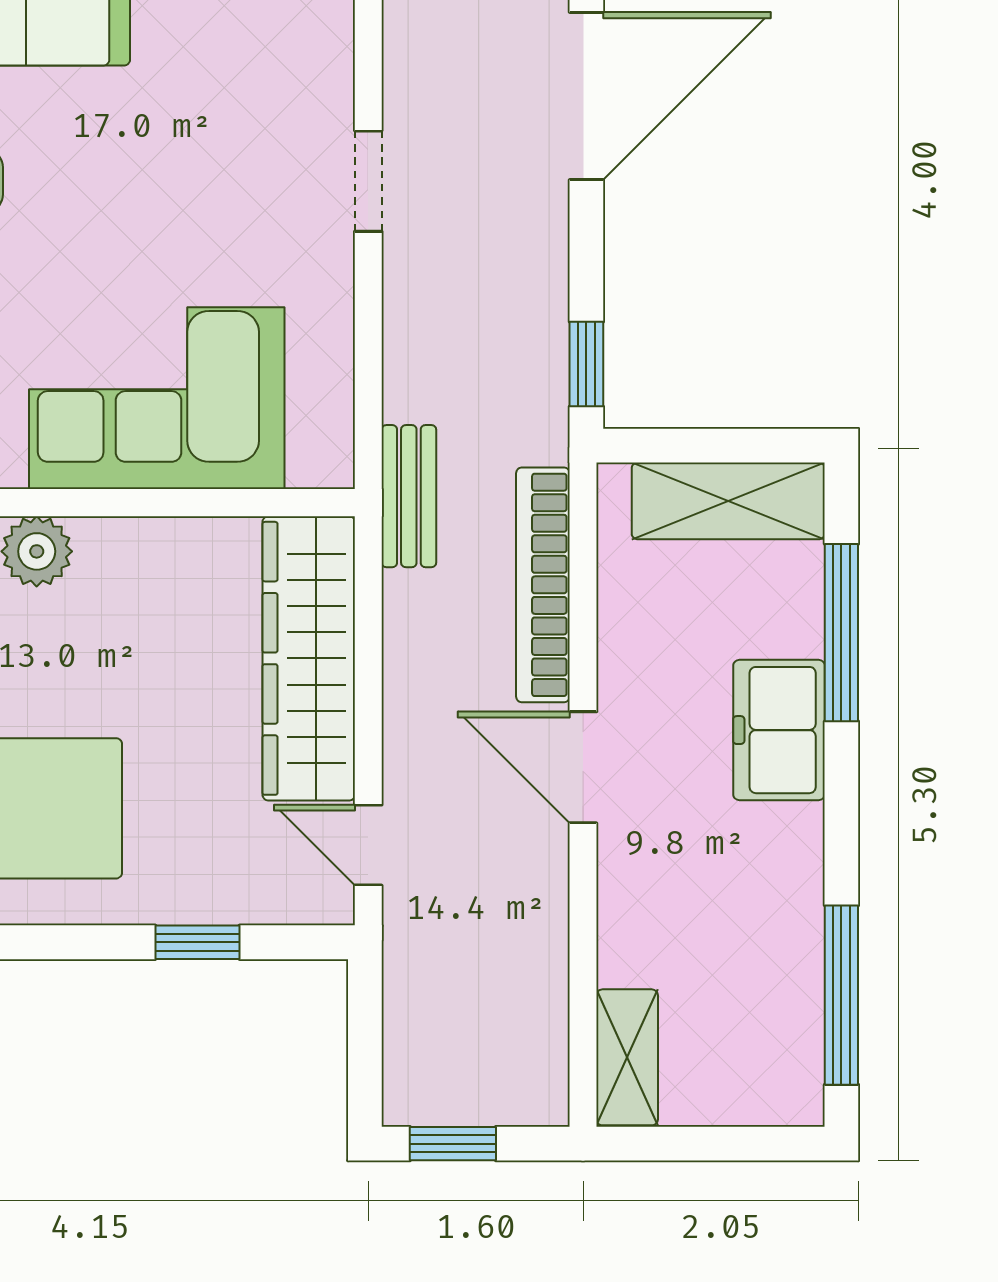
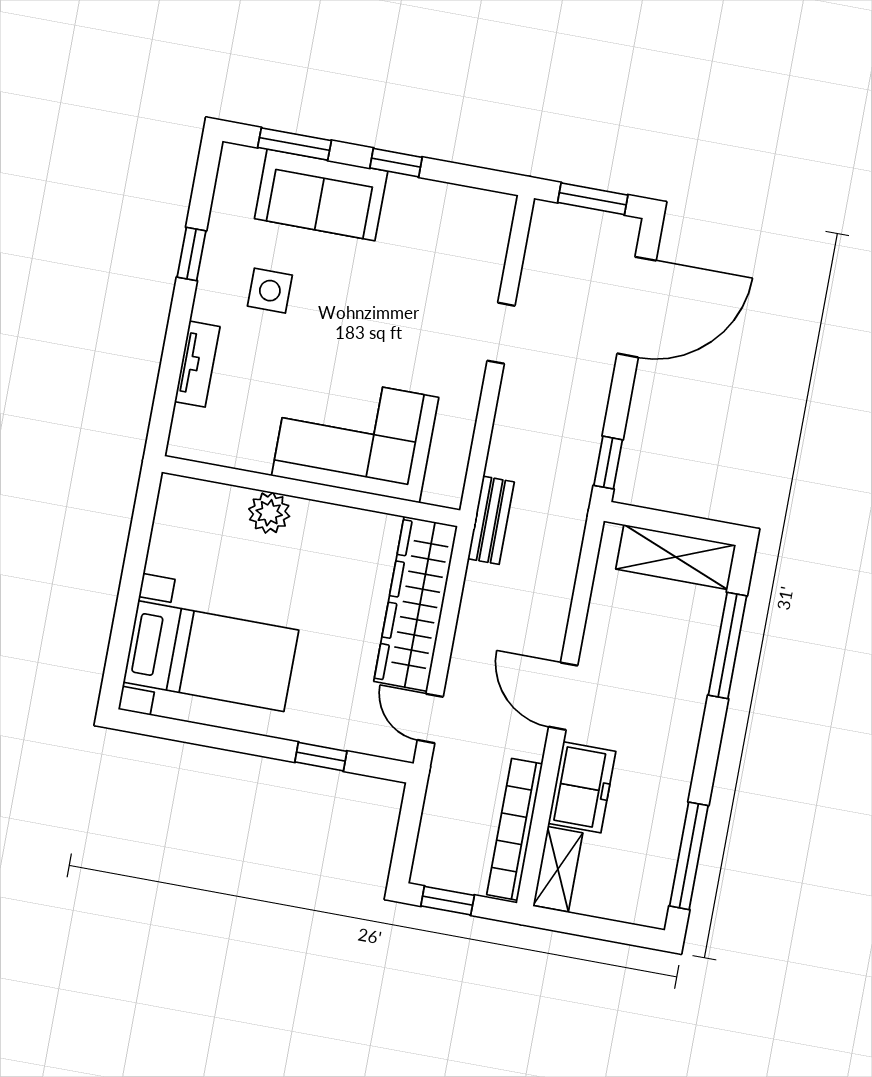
bookcase: (543, 585) -> (515, 829), moved
freezer: (779, 730) -> (582, 787), moved, turned 180

